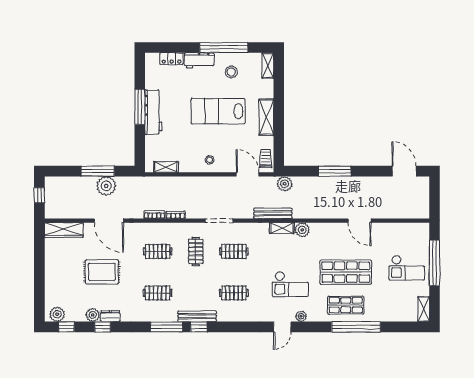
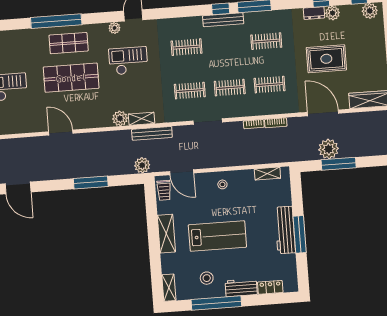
clothes rail: (196, 251) -> (230, 88), turned 90

